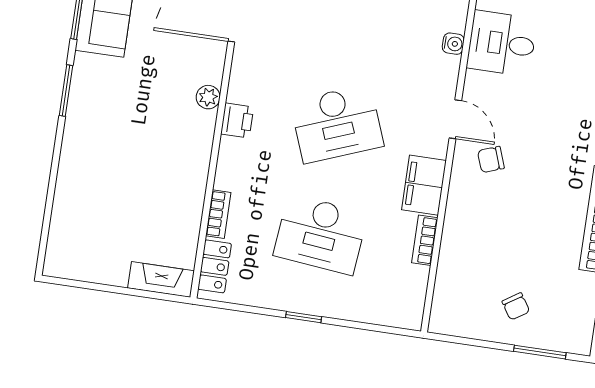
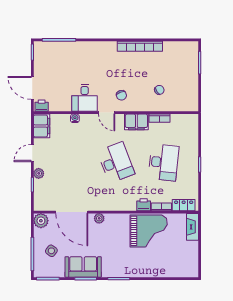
desk: (502, 43) -> (85, 98), moved
plant: (208, 97) -> (99, 218), moved
door: (455, 119) -> (107, 113), swing flipped
printer: (237, 121) -> (144, 205), moved
grand piano: (167, 176) -> (149, 231), added
chair: (516, 306) -> (159, 90), moved

